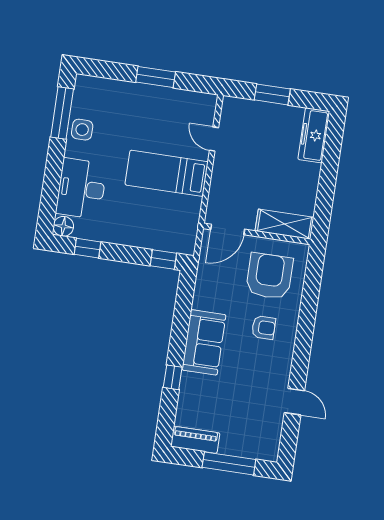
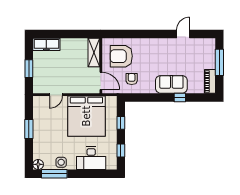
bed: (167, 173) -> (86, 116), width x2.04
floor lamp: (63, 226) -> (38, 164), moved
window: (163, 259) -> (121, 123), moved
armchair: (264, 328) -> (132, 79), moved
sofa: (204, 342) -> (171, 84), moved

